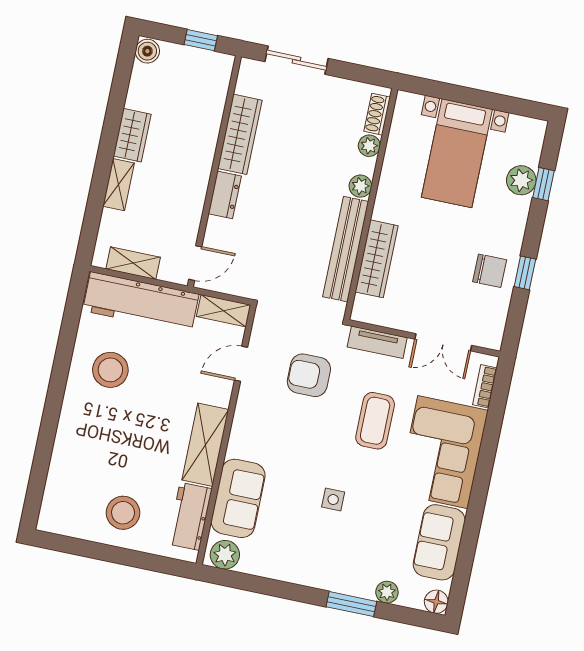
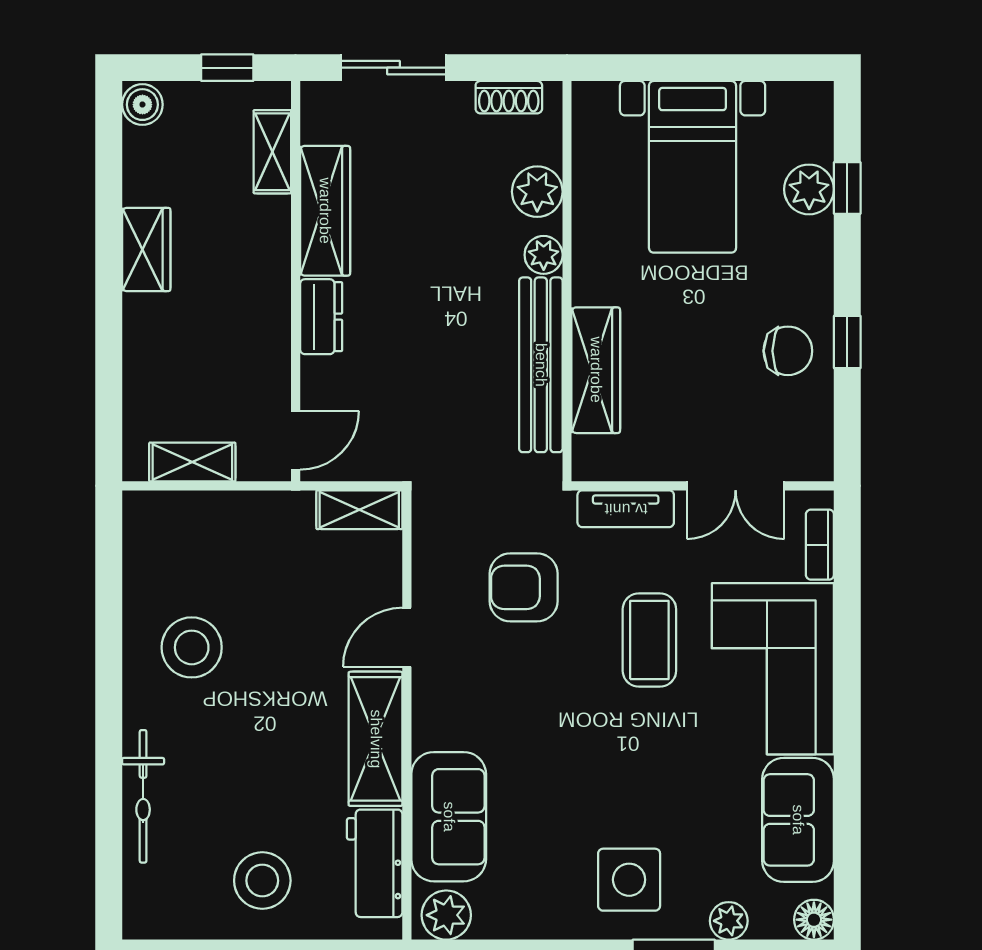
shoe rack: (377, 114) -> (509, 97), moved, turned -90
plant: (369, 146) -> (537, 192), width x1.38, depth x1.38
shelving: (119, 185) -> (272, 152), moved
workbench: (141, 302) -> (219, 525), removed
door: (241, 364) -> (407, 637), moved
bicycle: (64, 450) -> (143, 796), added
side table: (333, 500) -> (629, 880), moved, width x1.87, depth x1.87

